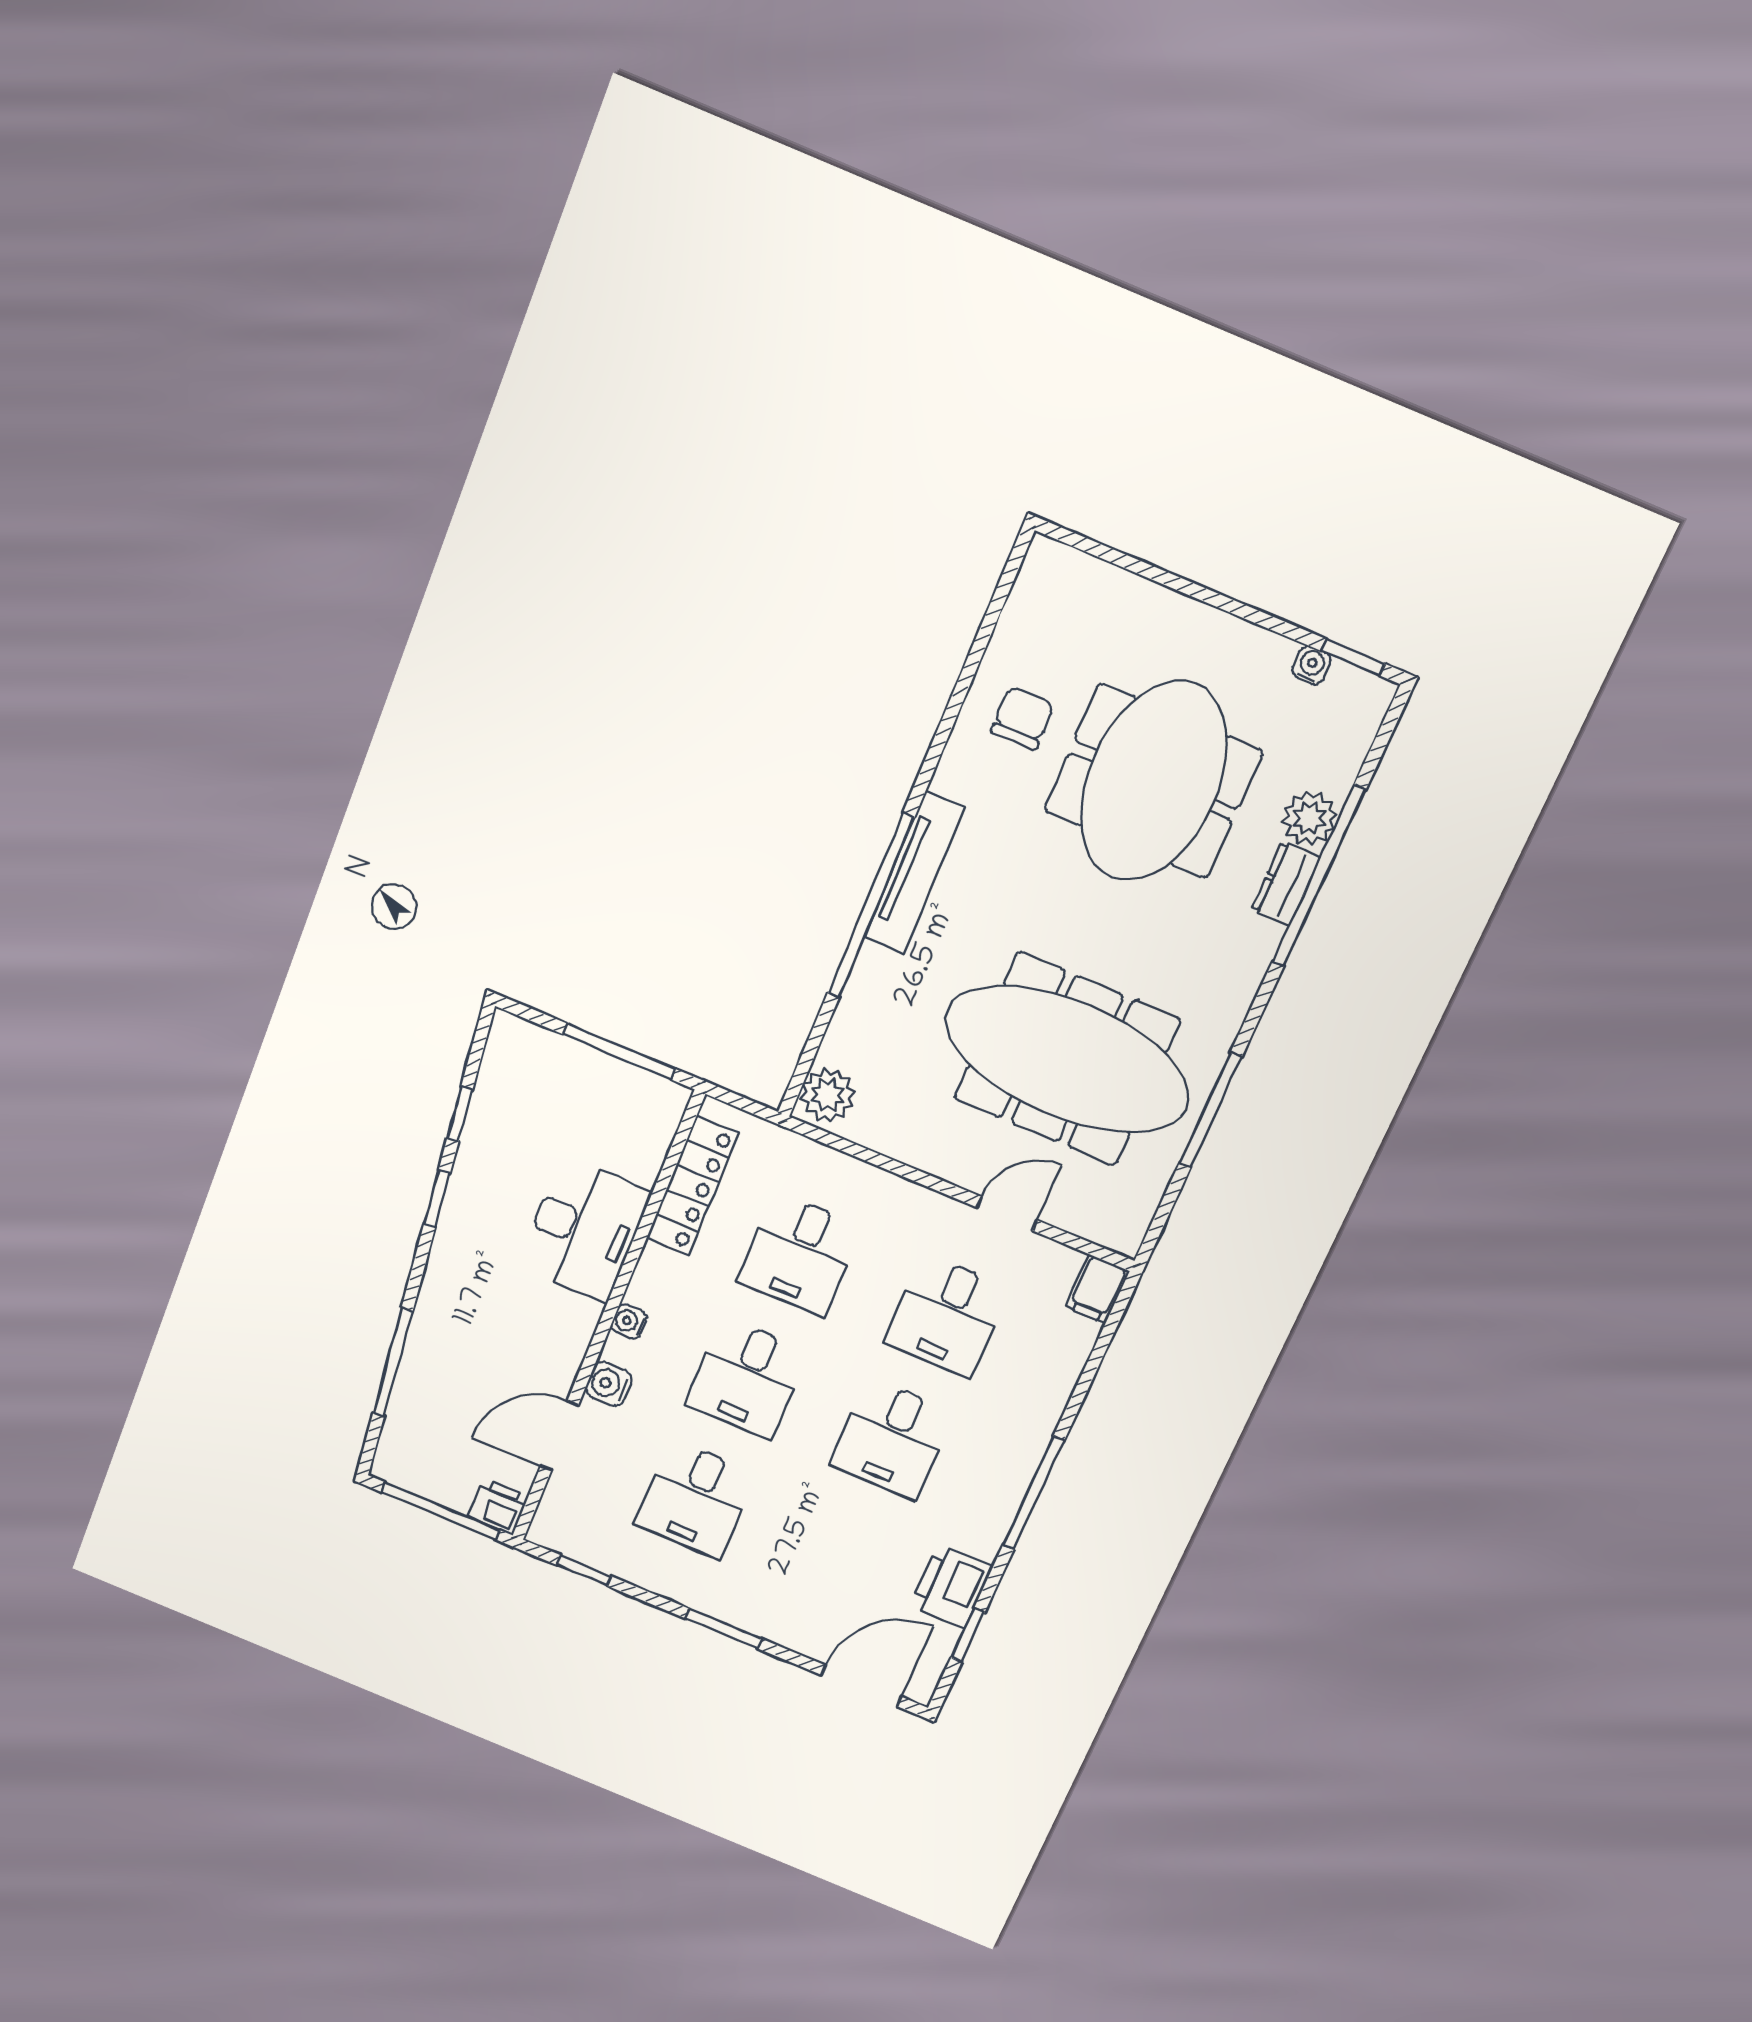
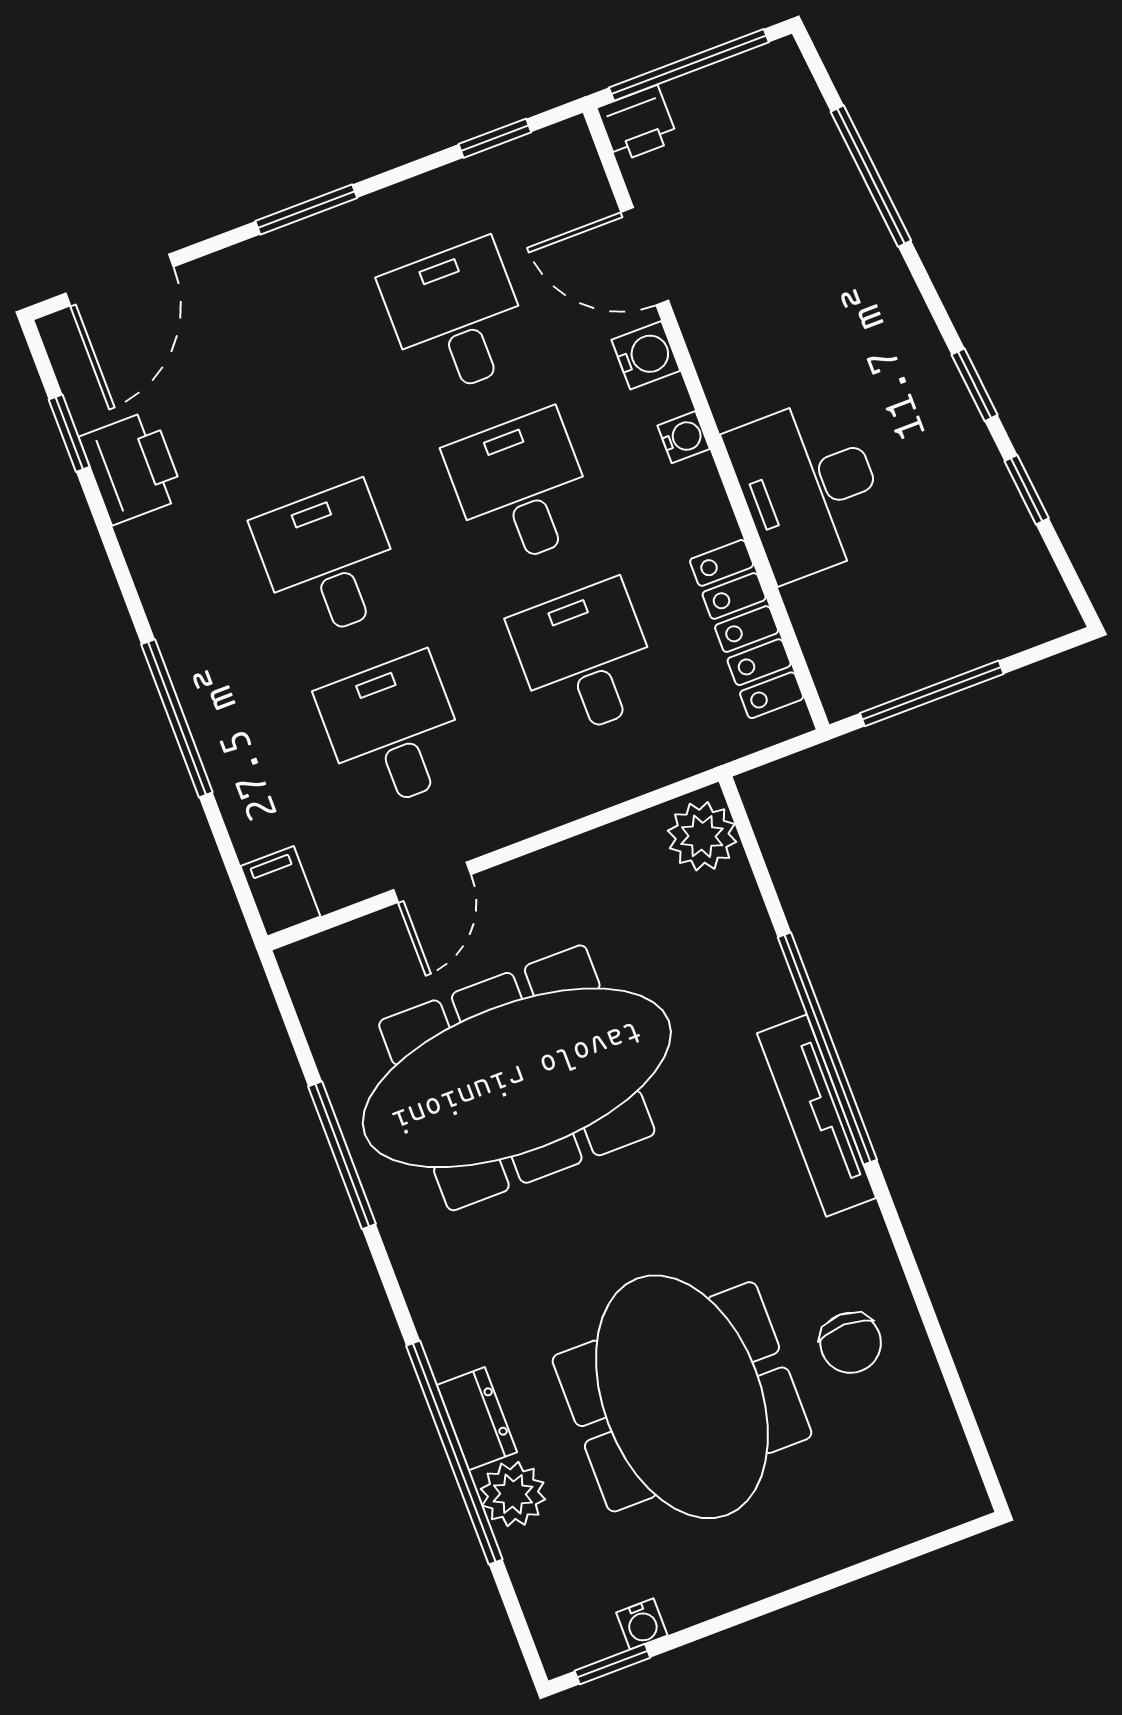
door: (559, 1436) -> (645, 256), swing flipped
window: (1034, 1493) -> (177, 718), moved

